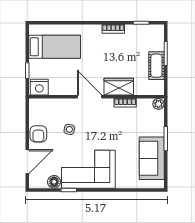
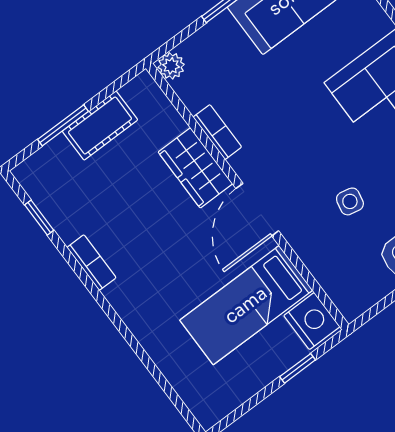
bed: (55, 47) -> (246, 305), moved, turned -90

